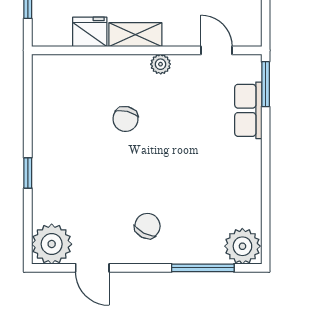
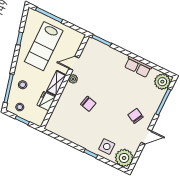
door: (216, 50) -> (74, 63), moved
row of seats: (248, 110) -> (138, 67), moved
side table: (58, 198) -> (107, 147), added
door: (92, 268) -> (146, 137), moved

